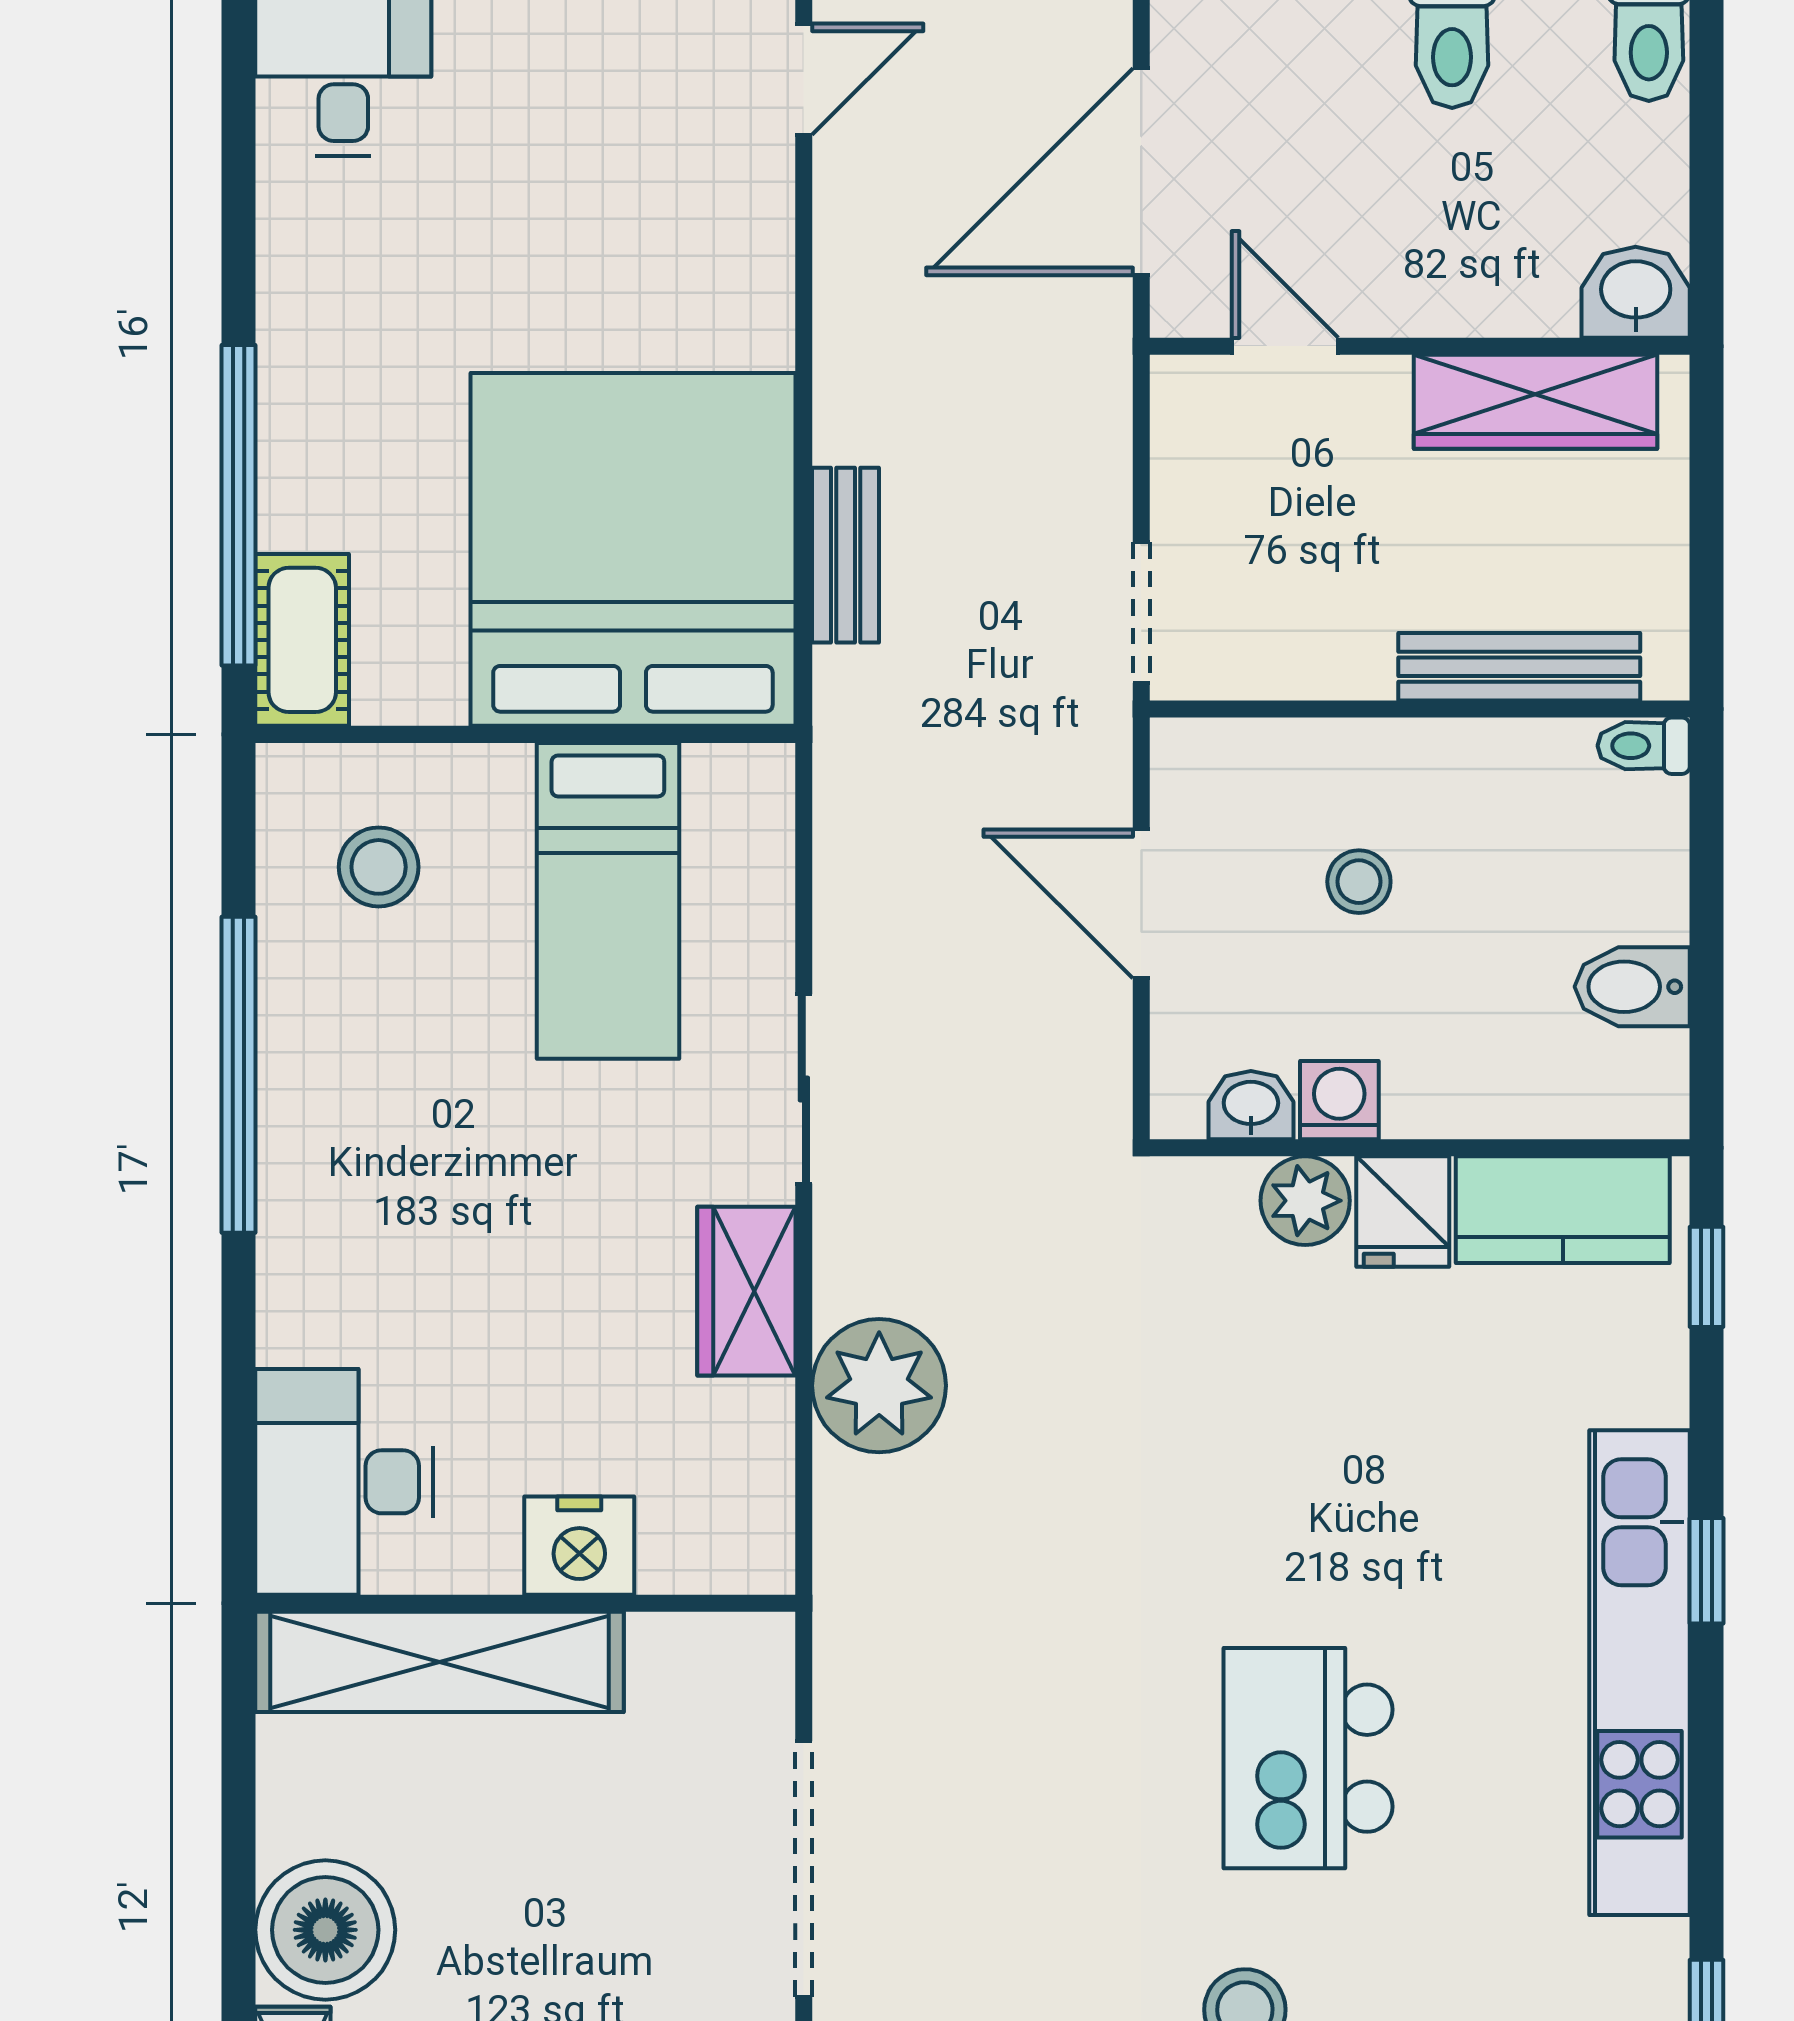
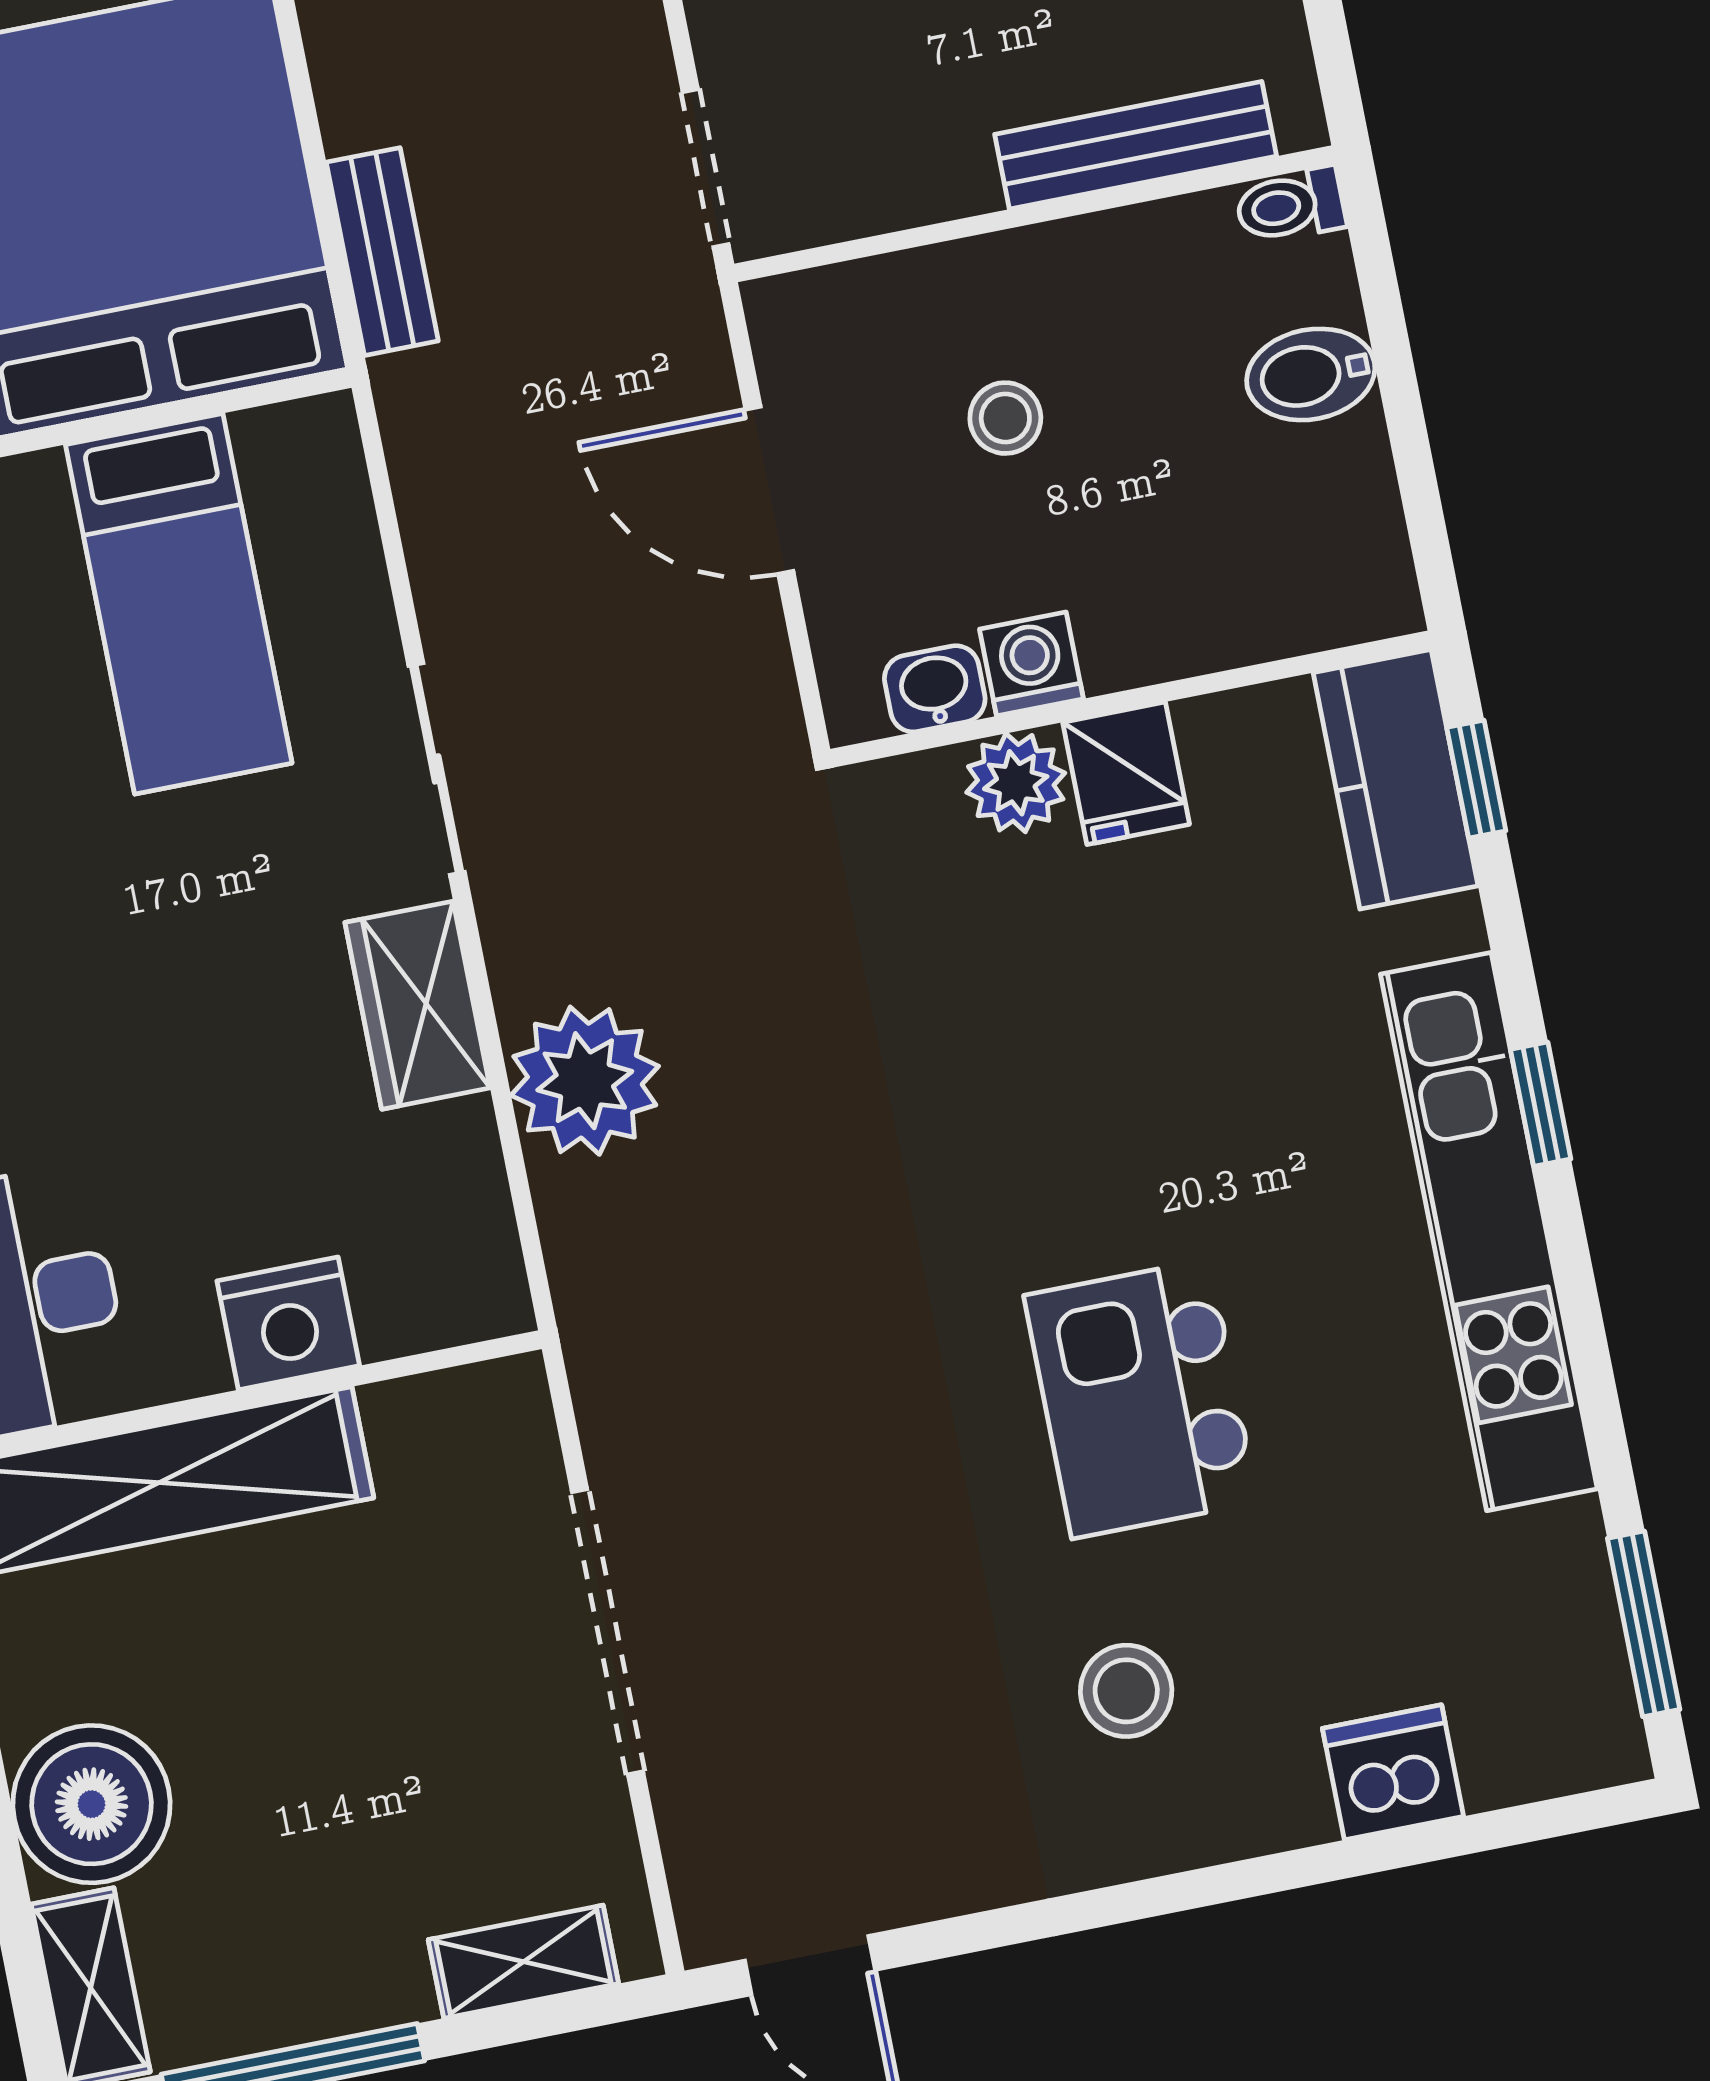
bench: (846, 555) -> (382, 252), moved
bidet: (1632, 987) -> (1311, 374), moved
kitchen counter: (1563, 1210) -> (1396, 779), moved, turned 90

